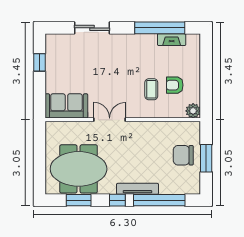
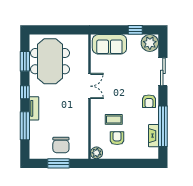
plant: (56, 44) -> (150, 43), added
armchair: (129, 45) -> (149, 101), added
sofa: (66, 106) -> (109, 44), moved, turned 90
chair: (183, 155) -> (61, 145), turned 180
tv unit: (137, 189) -> (34, 108), width x0.71
window: (159, 200) -> (25, 126), width x0.68

